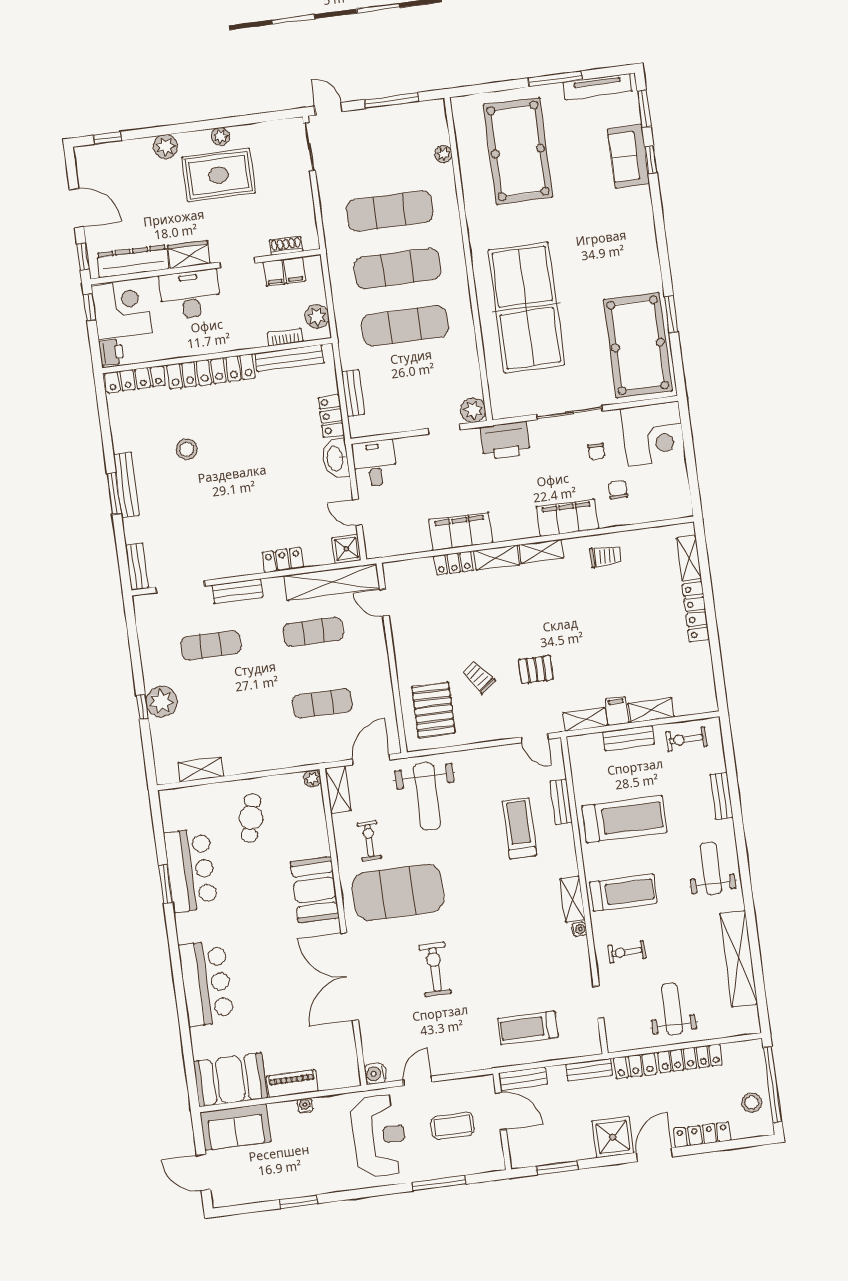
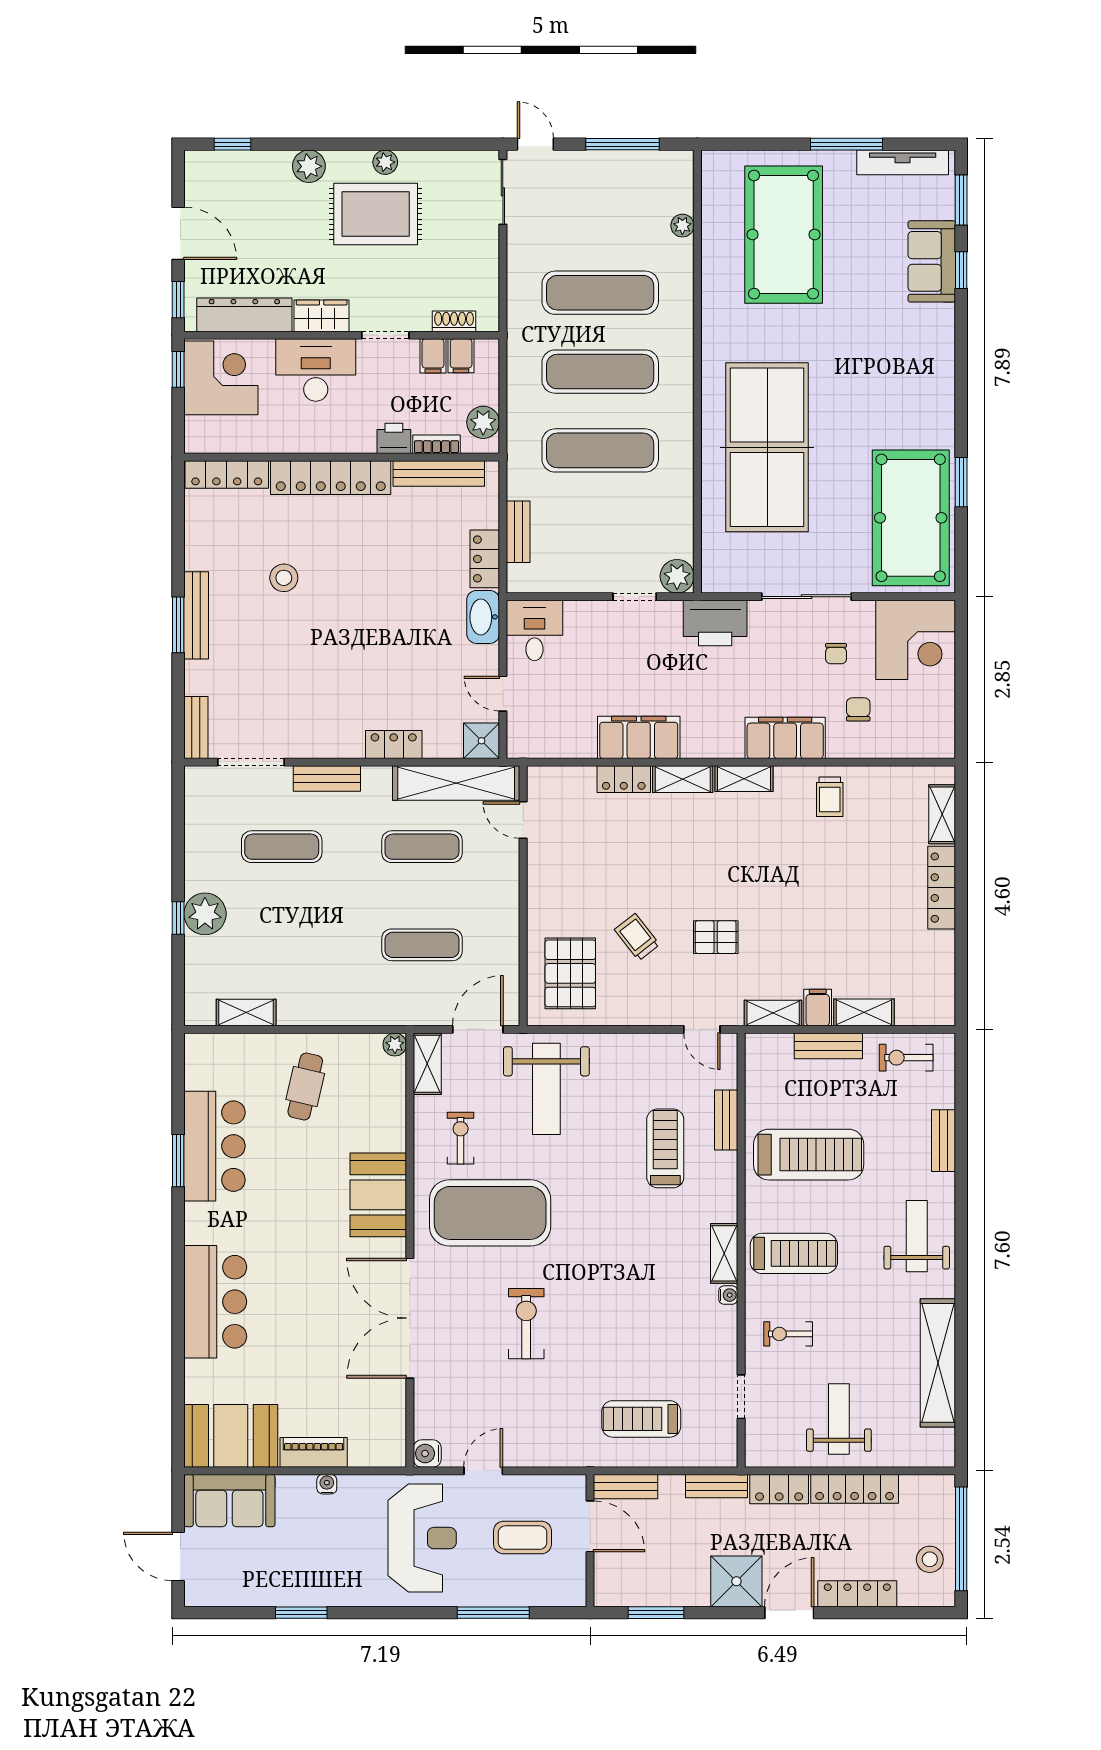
printer: (111, 352) -> (394, 438), moved, turned -90
trolley: (606, 556) -> (830, 797), turned 90

